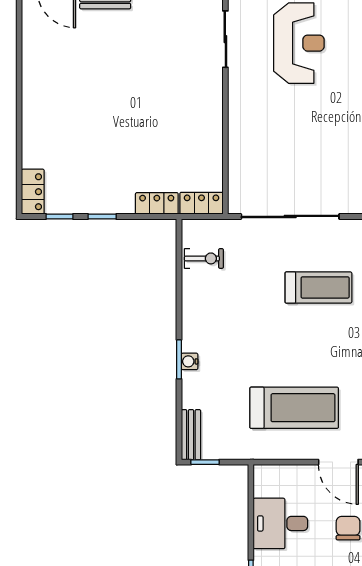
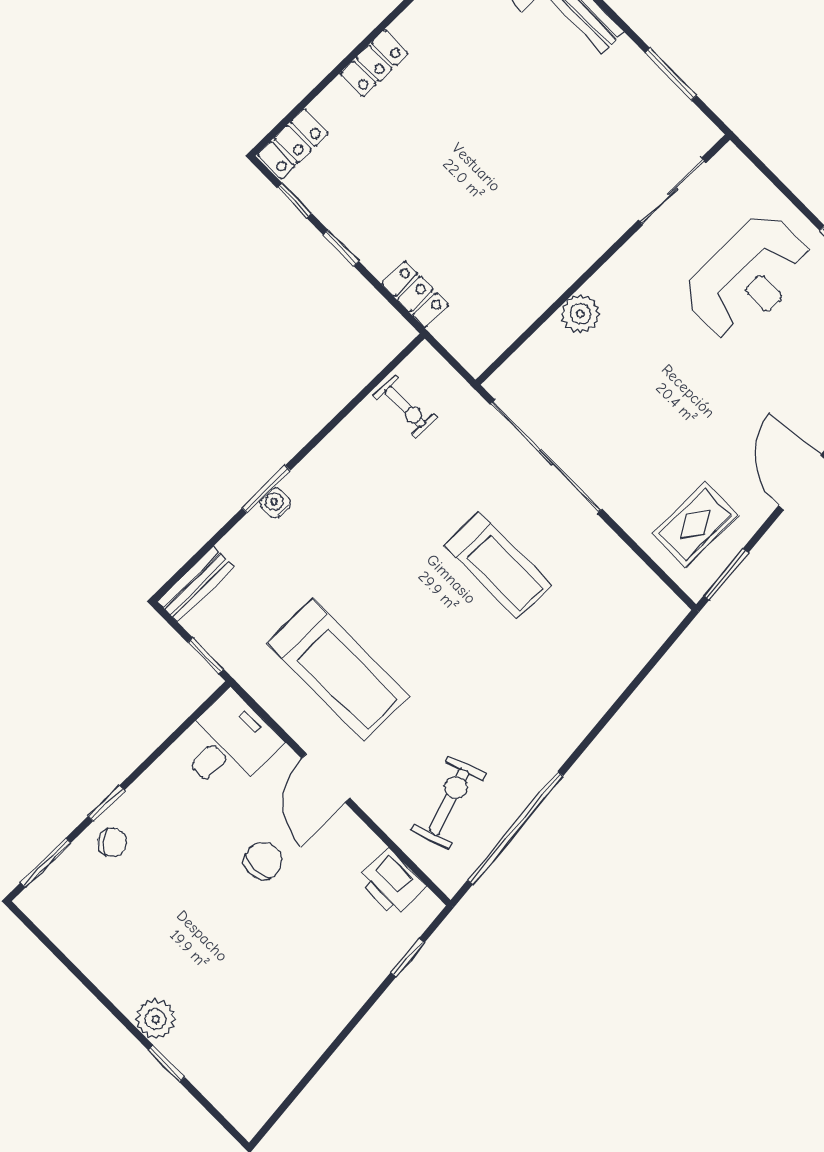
plant: (240, 136) -> (580, 314), added
locker: (202, 203) -> (374, 63), moved, turned 90
window: (205, 462) -> (206, 656), moved
desk: (280, 523) -> (228, 744), moved, turned 90

